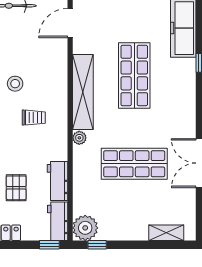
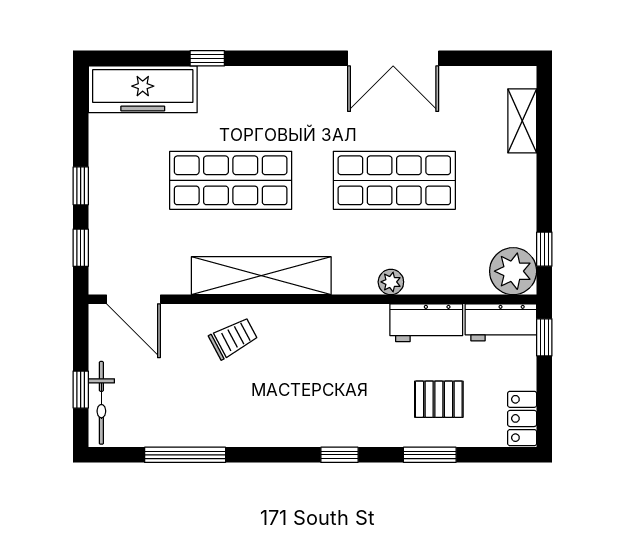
stool: (15, 84) -> (246, 401), removed
trolley: (34, 118) -> (233, 338), moved, turned 62
plant: (79, 138) -> (391, 282), moved
shop shelf: (134, 164) -> (394, 180), turned 90

